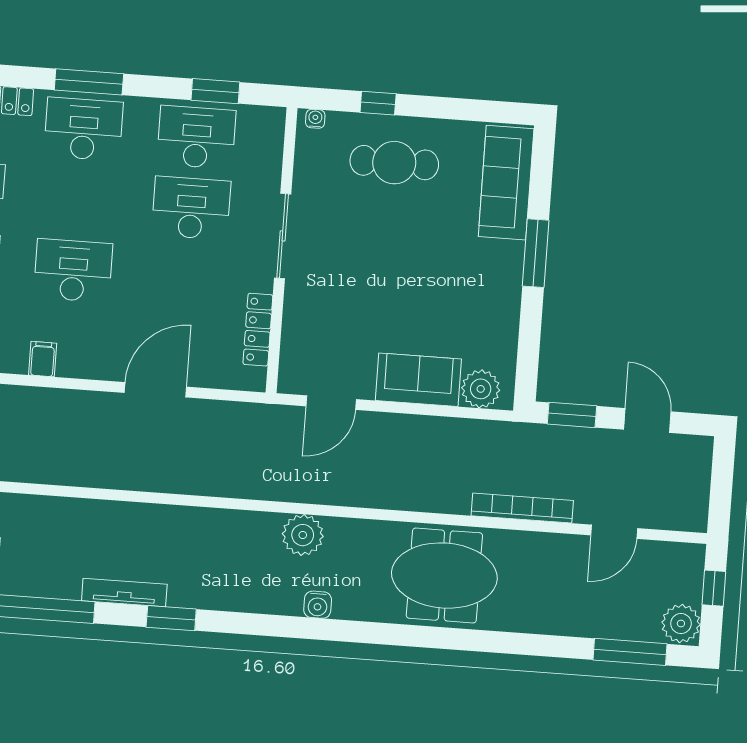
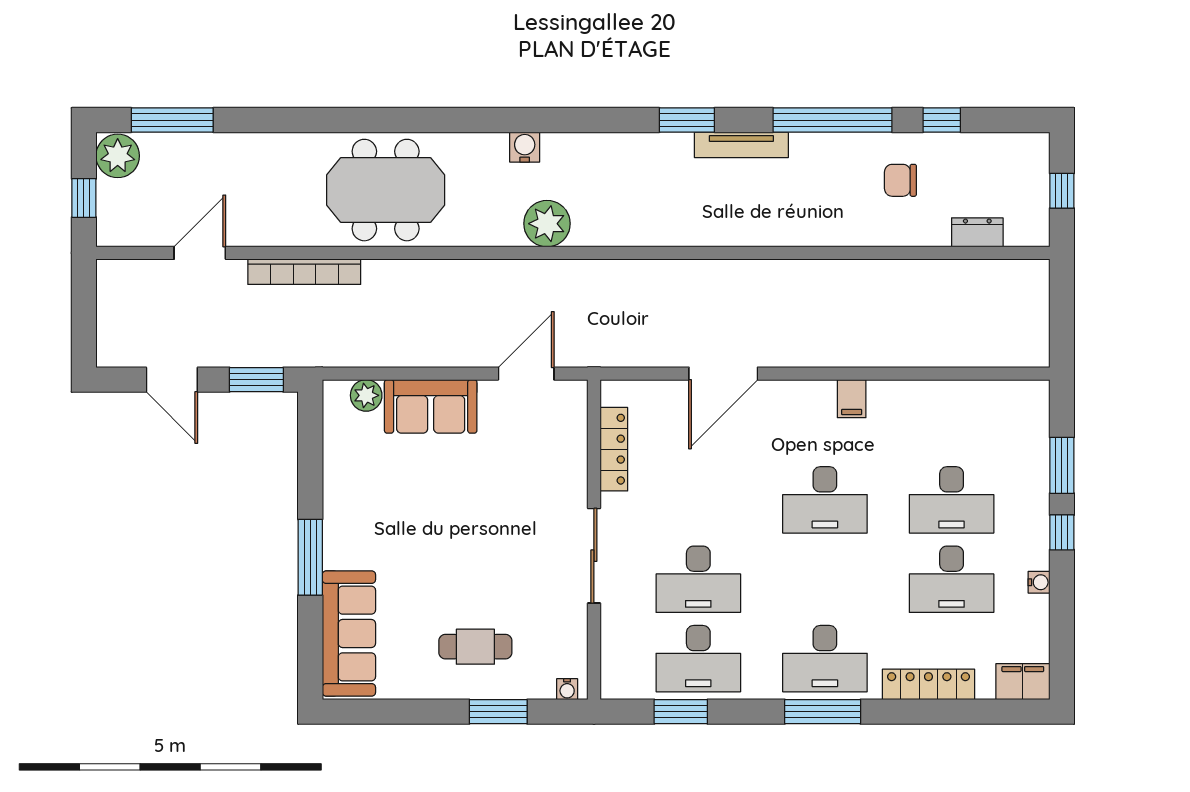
window: (378, 103) -> (498, 712), width x1.50
cafe table: (394, 163) -> (475, 647), width x0.73, depth x0.74
plant: (481, 389) -> (366, 395), width x0.73, depth x0.73

